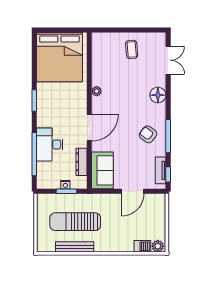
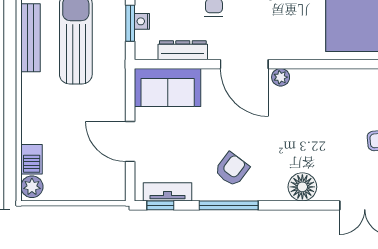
plant: (97, 91) -> (281, 77), moved

